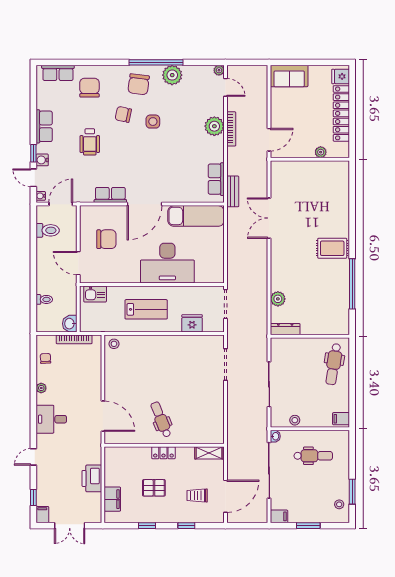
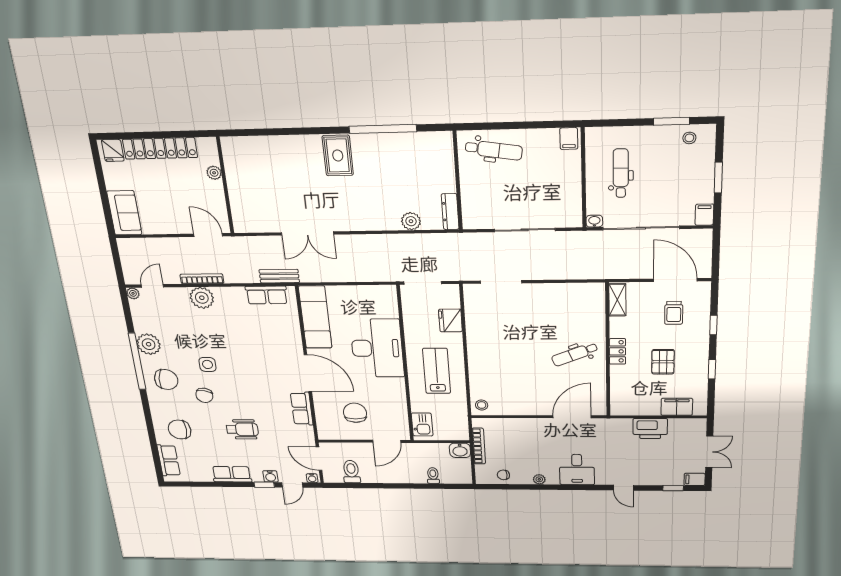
stool: (295, 420) -> (572, 197), removed

